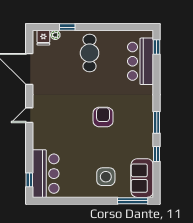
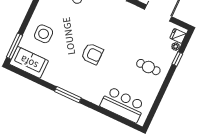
window: (157, 47) -> (128, 123), removed
cafe table: (90, 53) -> (148, 67), width x0.73, depth x0.74
window: (157, 122) -> (68, 95), width x1.44
window: (157, 154) -> (43, 83), removed

